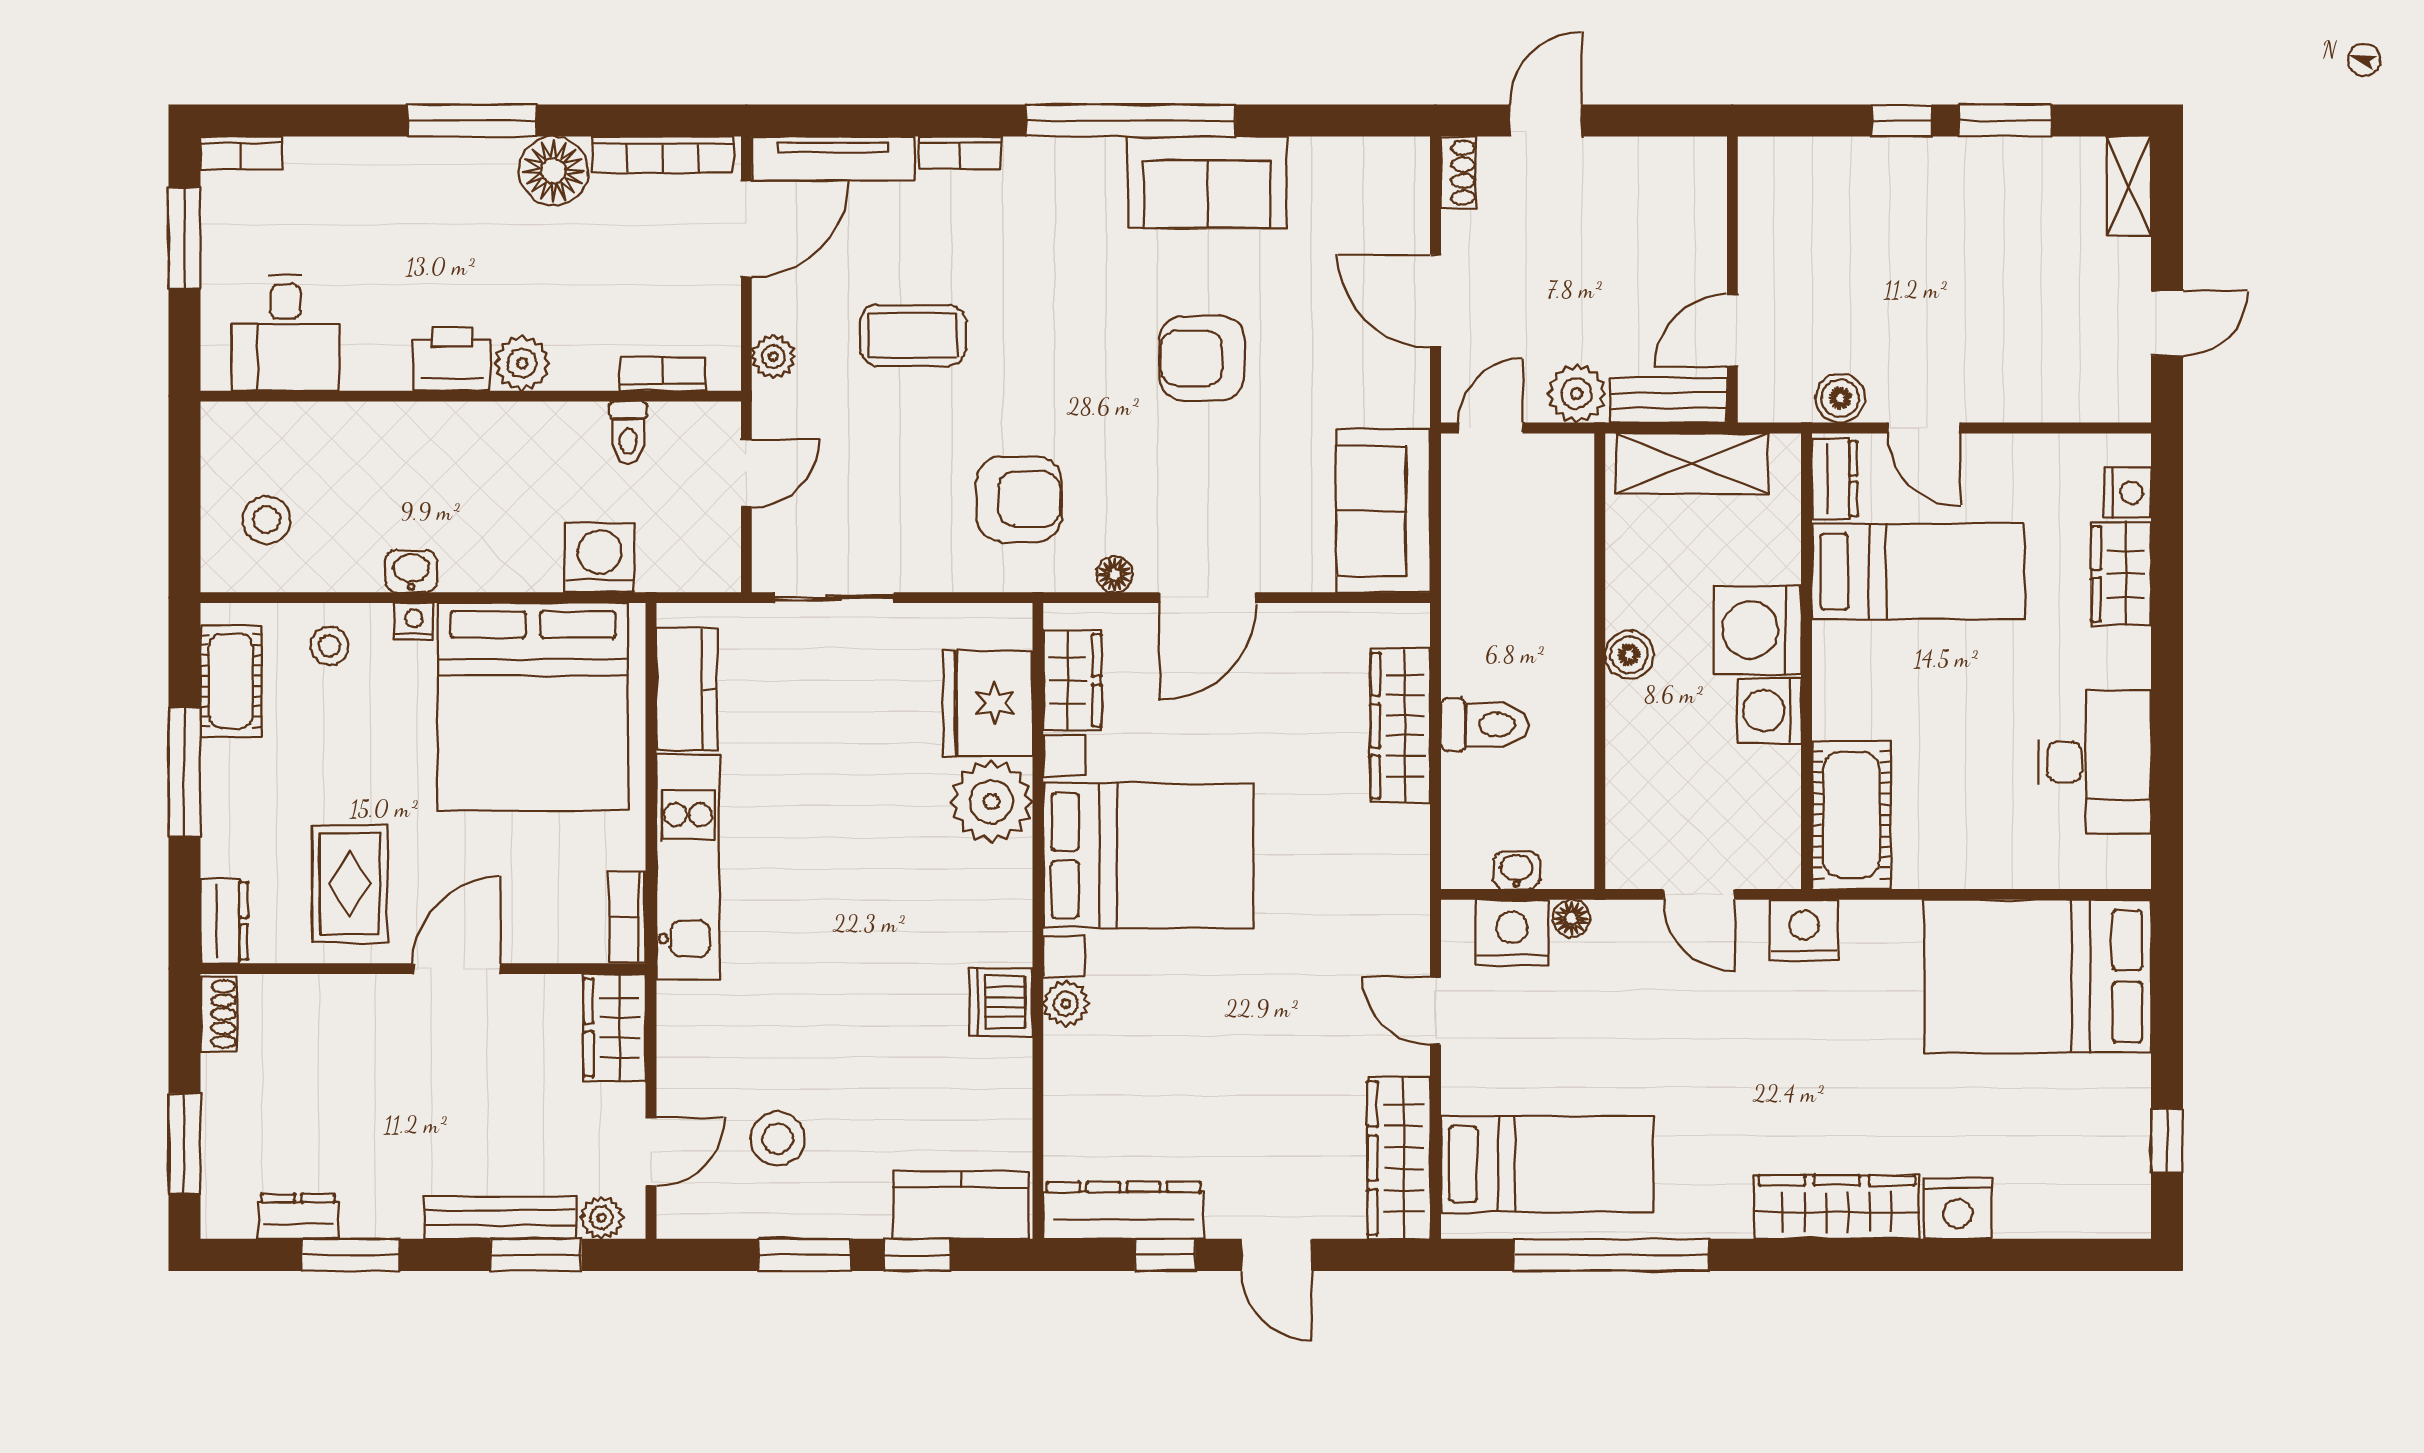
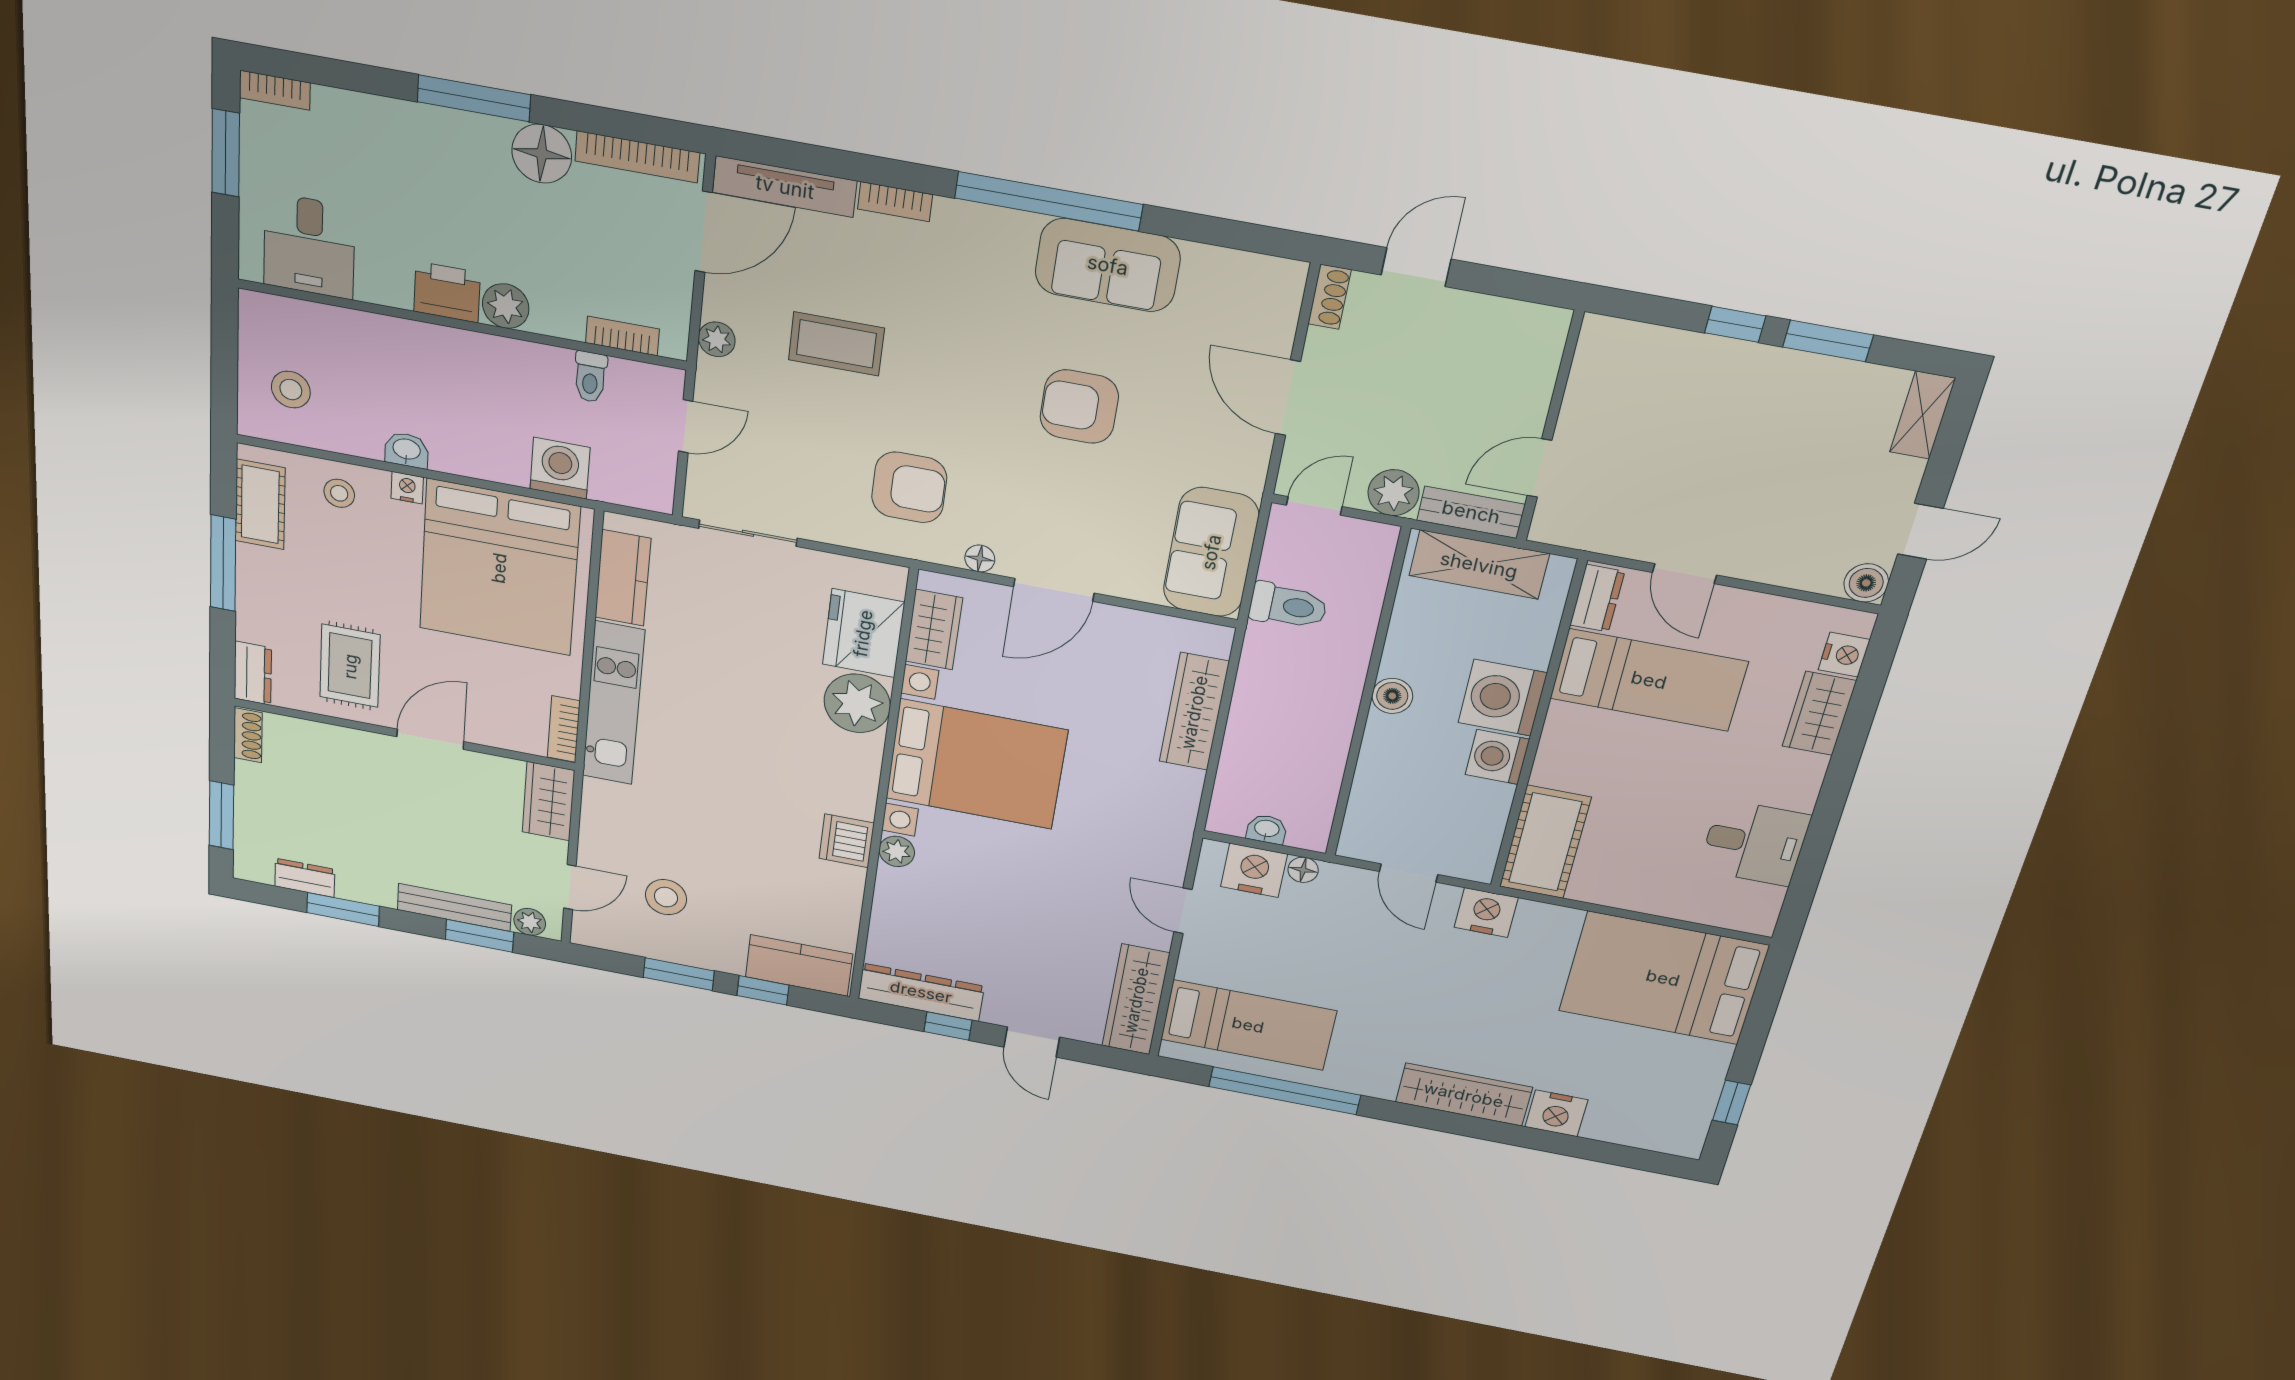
boiler: (1840, 398) -> (1866, 583), moved
toilet: (1485, 725) -> (1288, 606), moved
desk: (2095, 762) -> (1755, 843), width x0.73

